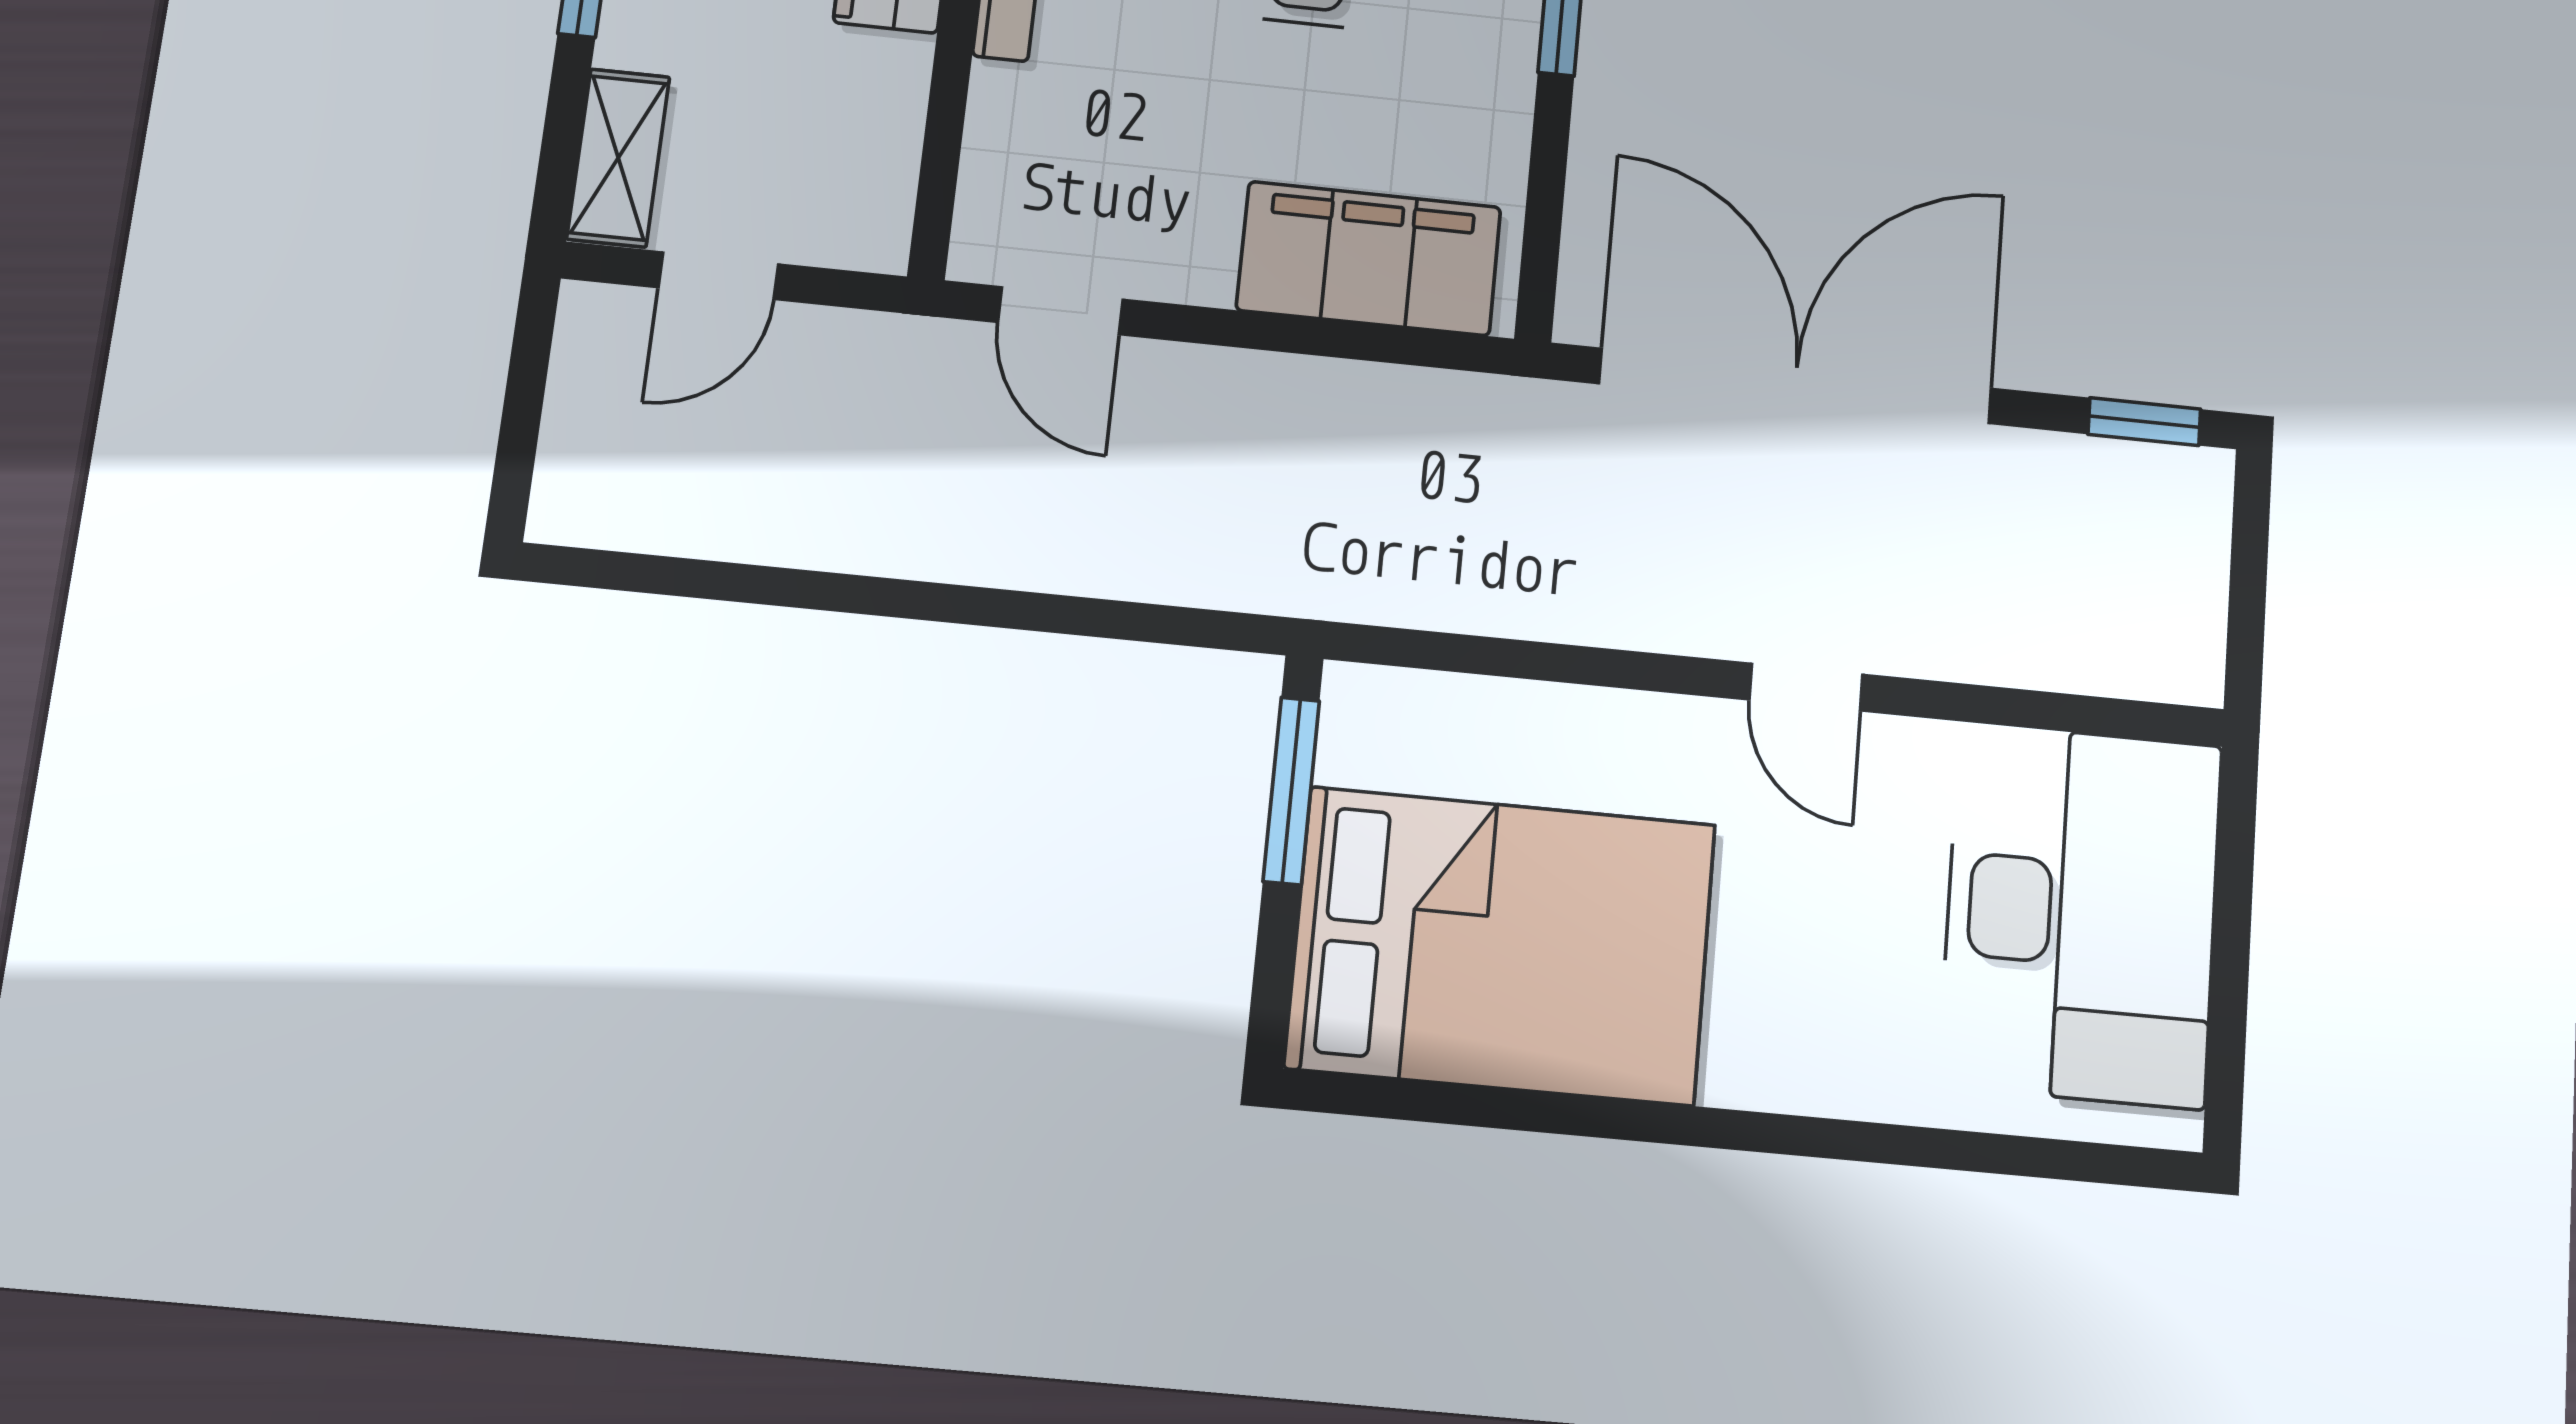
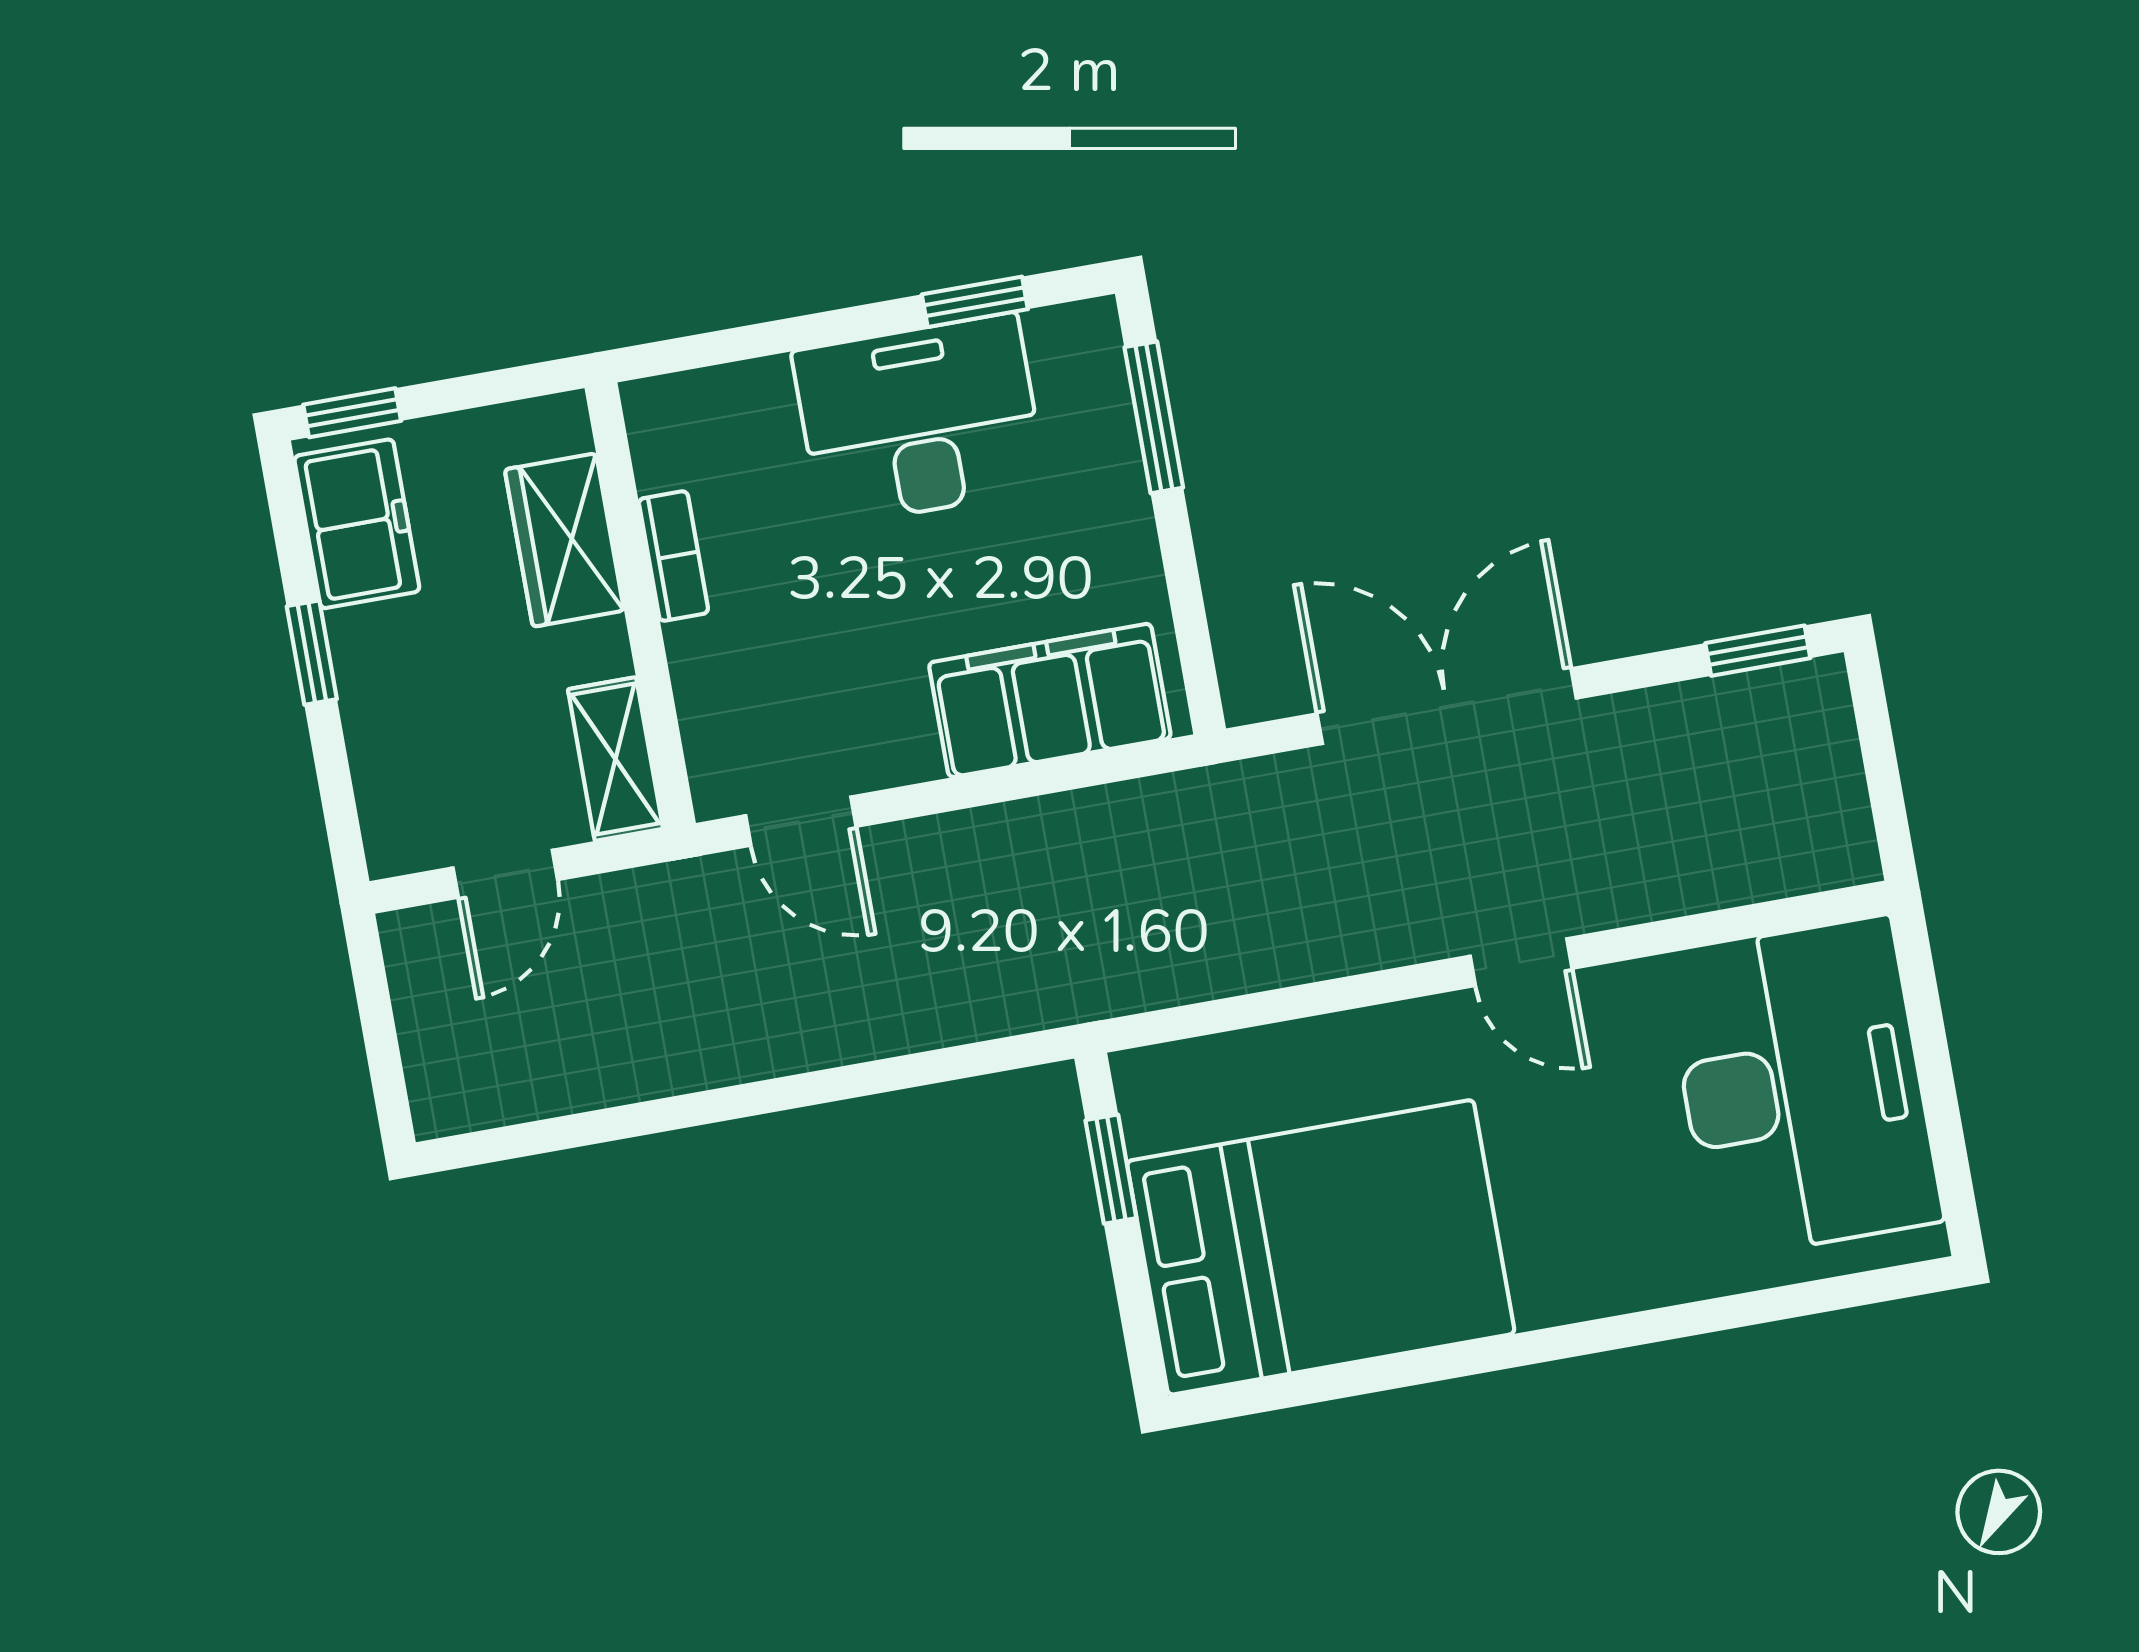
shelving: (618, 158) -> (615, 759), moved
double door: (1796, 386) -> (1447, 706), width x0.73
window: (1291, 791) -> (1111, 1169), width x0.67

